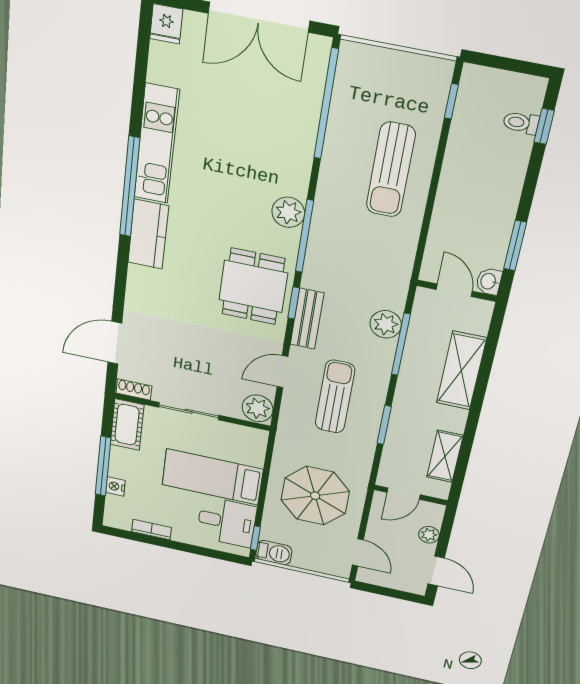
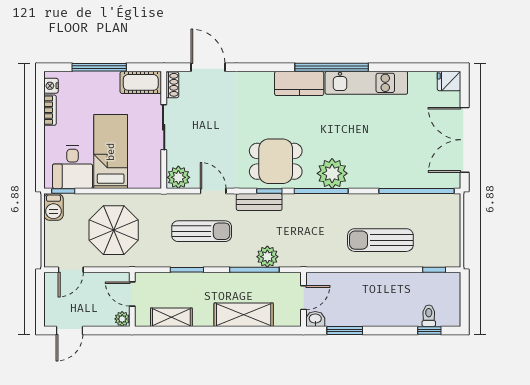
plant: (288, 212) -> (332, 173), width x1.36, depth x1.36
nightstand: (115, 486) -> (51, 86), moved, turned -90
plant: (429, 535) -> (122, 319), moved

